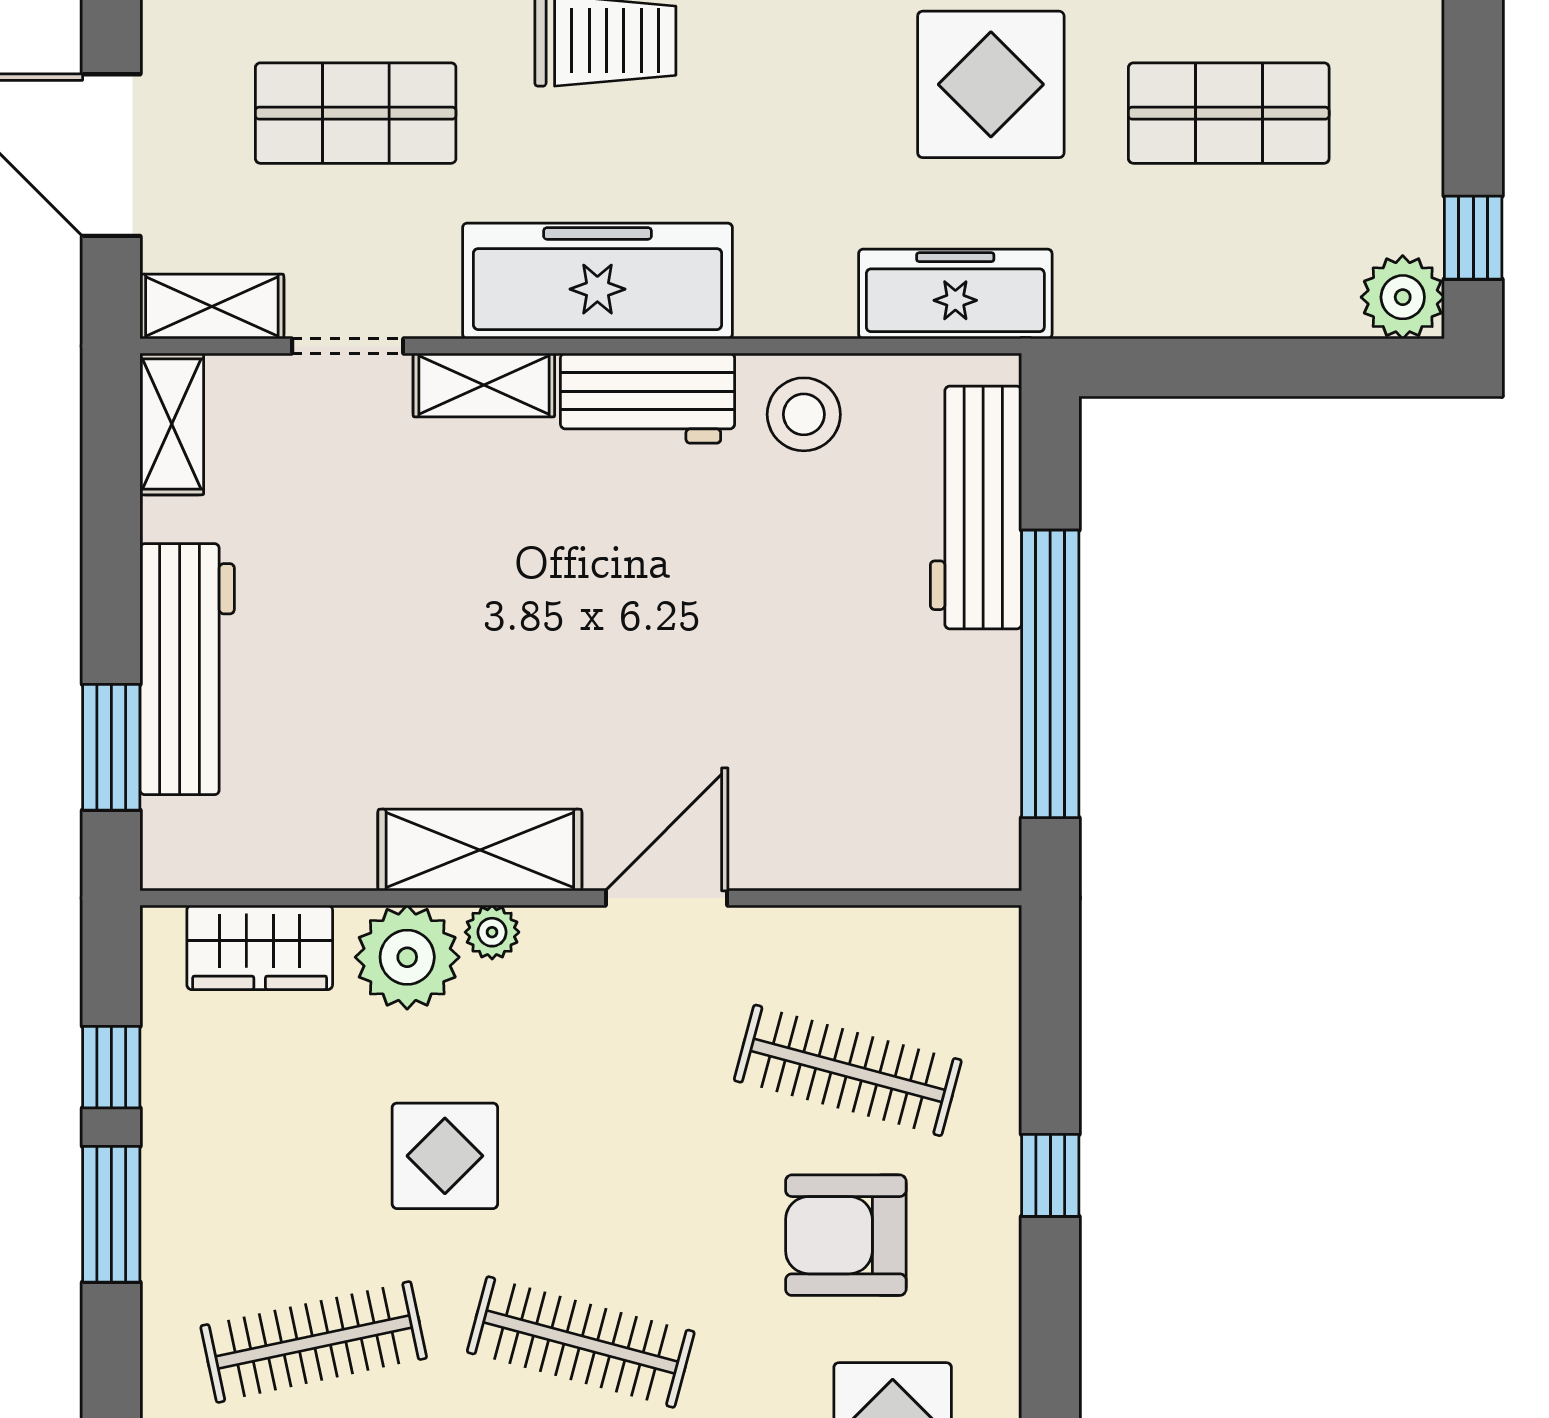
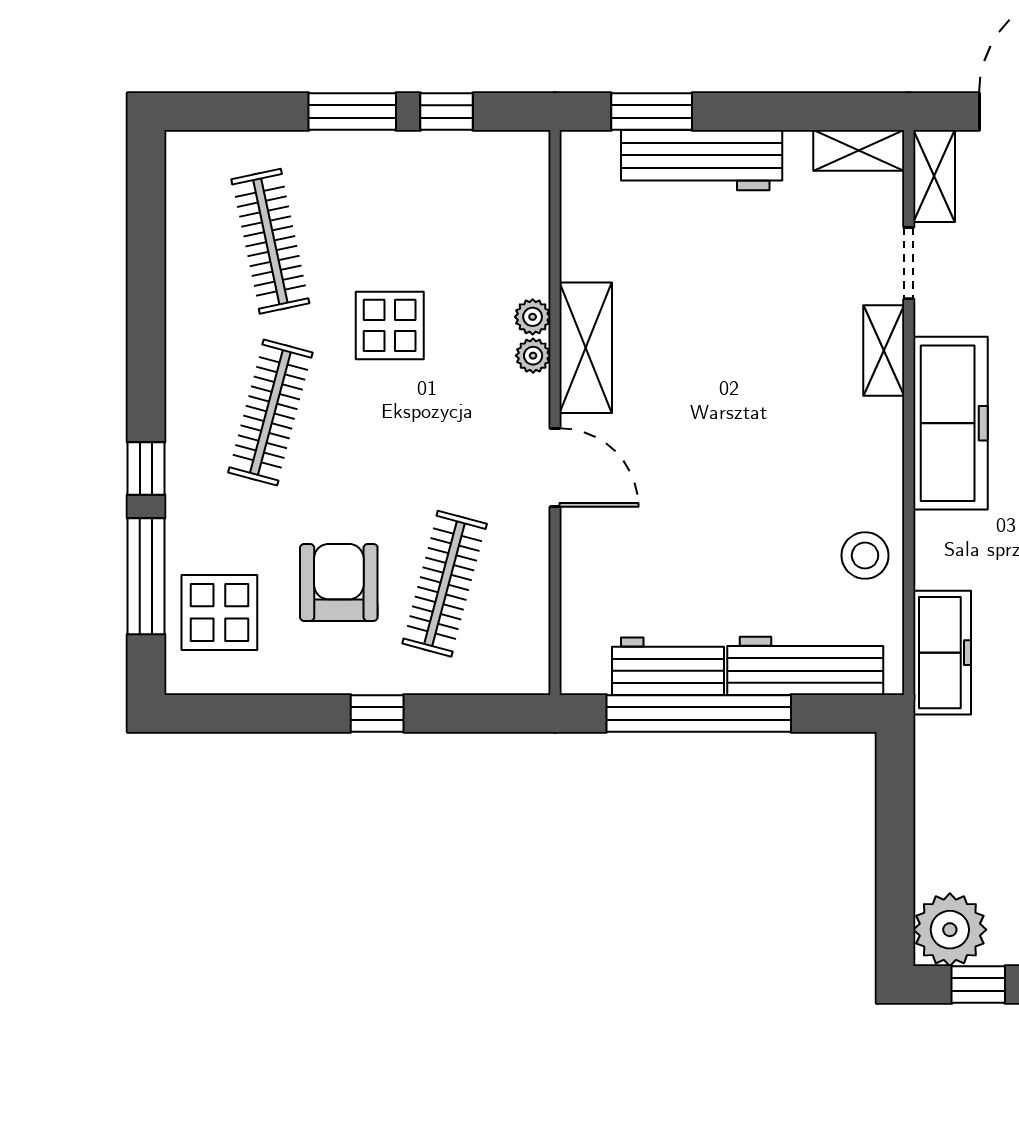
plant: (1403, 297) -> (950, 930), width x1.36, depth x1.36
workbench: (648, 398) -> (668, 666), moved, turned 90
wardrobe: (260, 947) -> (523, 207), removed
plant: (407, 957) -> (533, 317), width x0.53, depth x0.53

